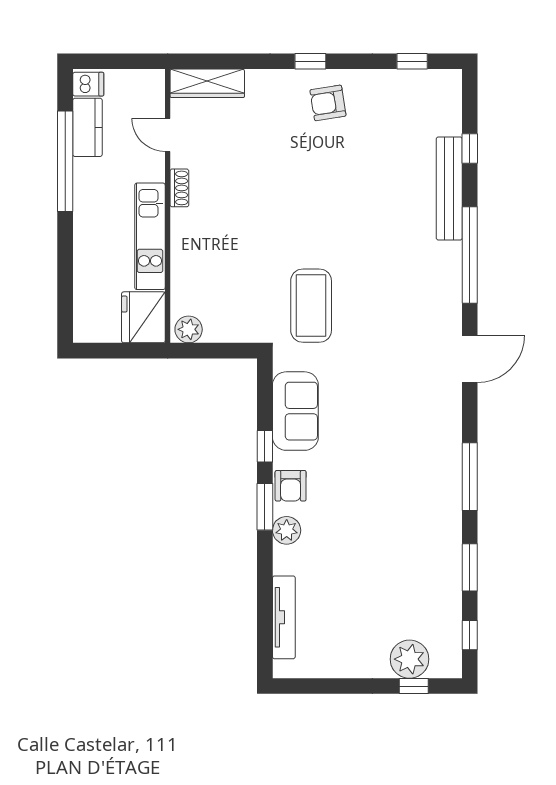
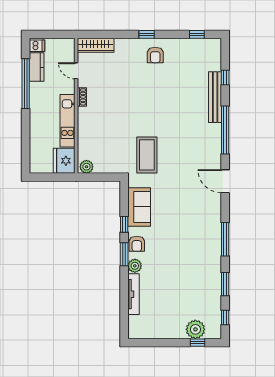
armchair: (328, 103) -> (155, 55), turned -81
door: (470, 359) -> (225, 181), swing flipped
tv unit: (284, 617) -> (133, 294), moved

